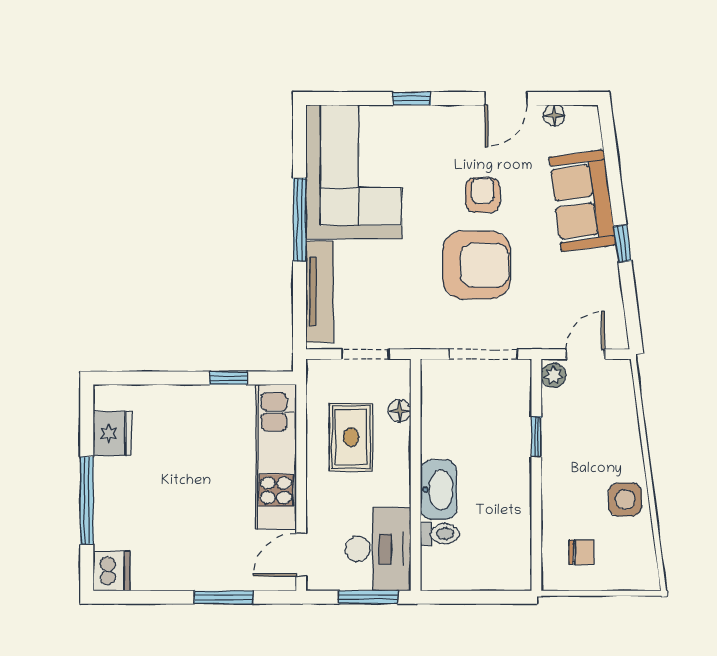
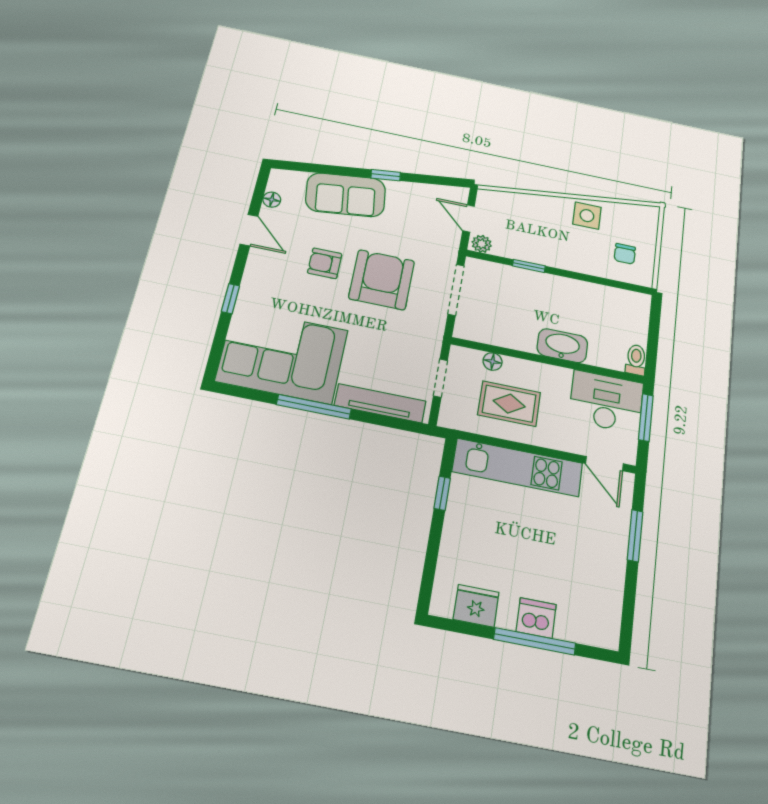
toilet: (440, 534) -> (636, 360), moved
chair: (581, 552) -> (625, 254), turned 180
dishwasher: (112, 571) -> (536, 618), moved

